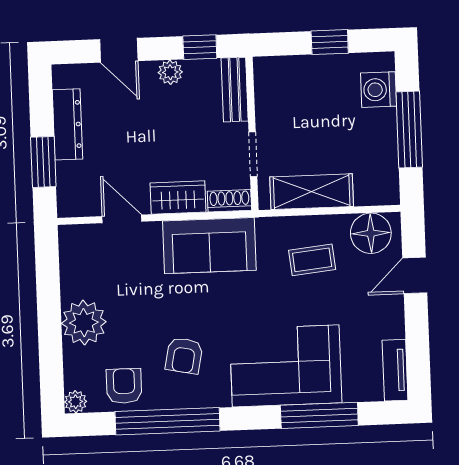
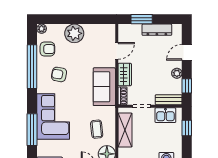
window: (330, 42) -> (187, 128), moved
kitchen sink: (272, 96) -> (165, 115), added

